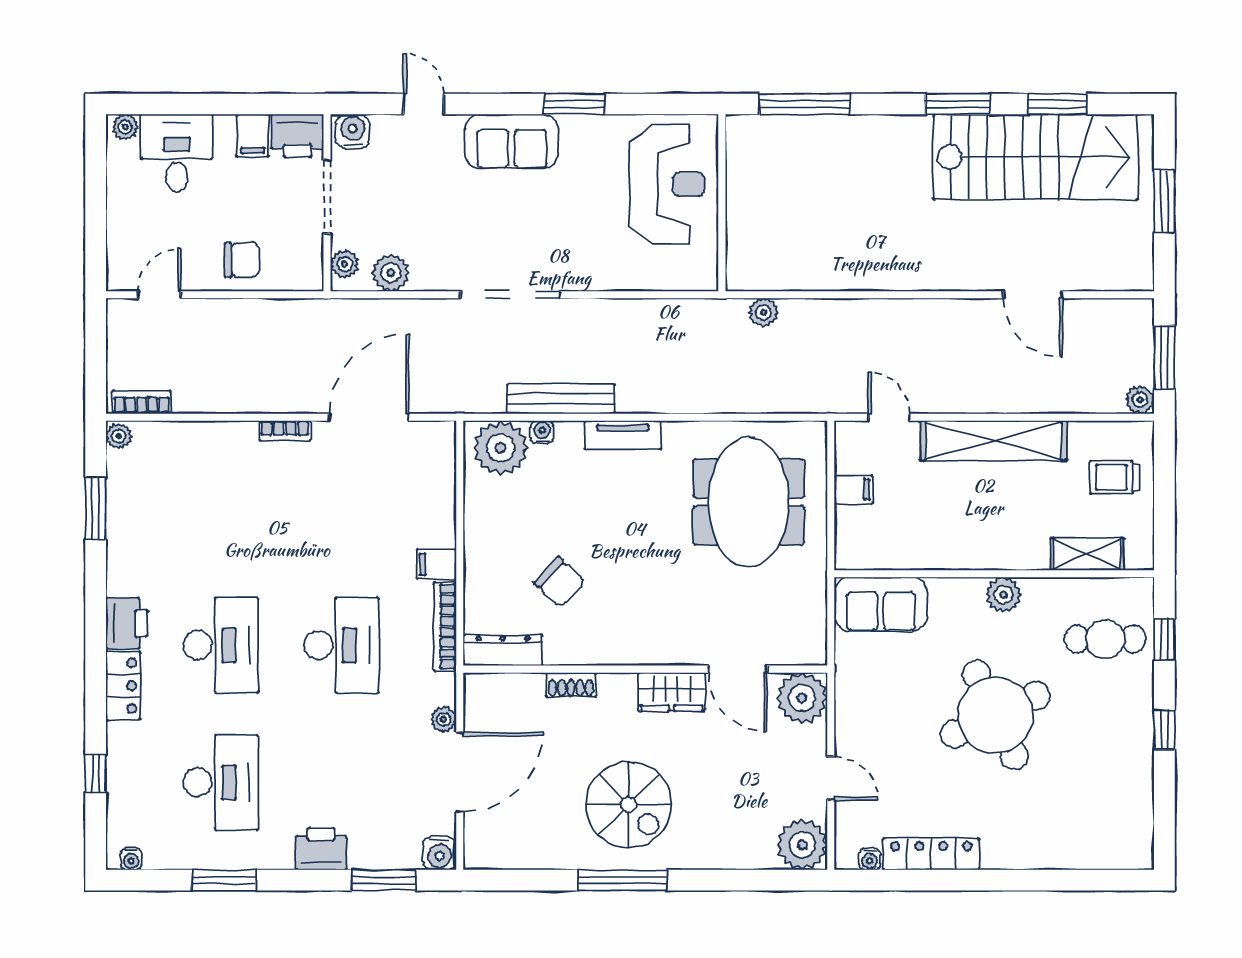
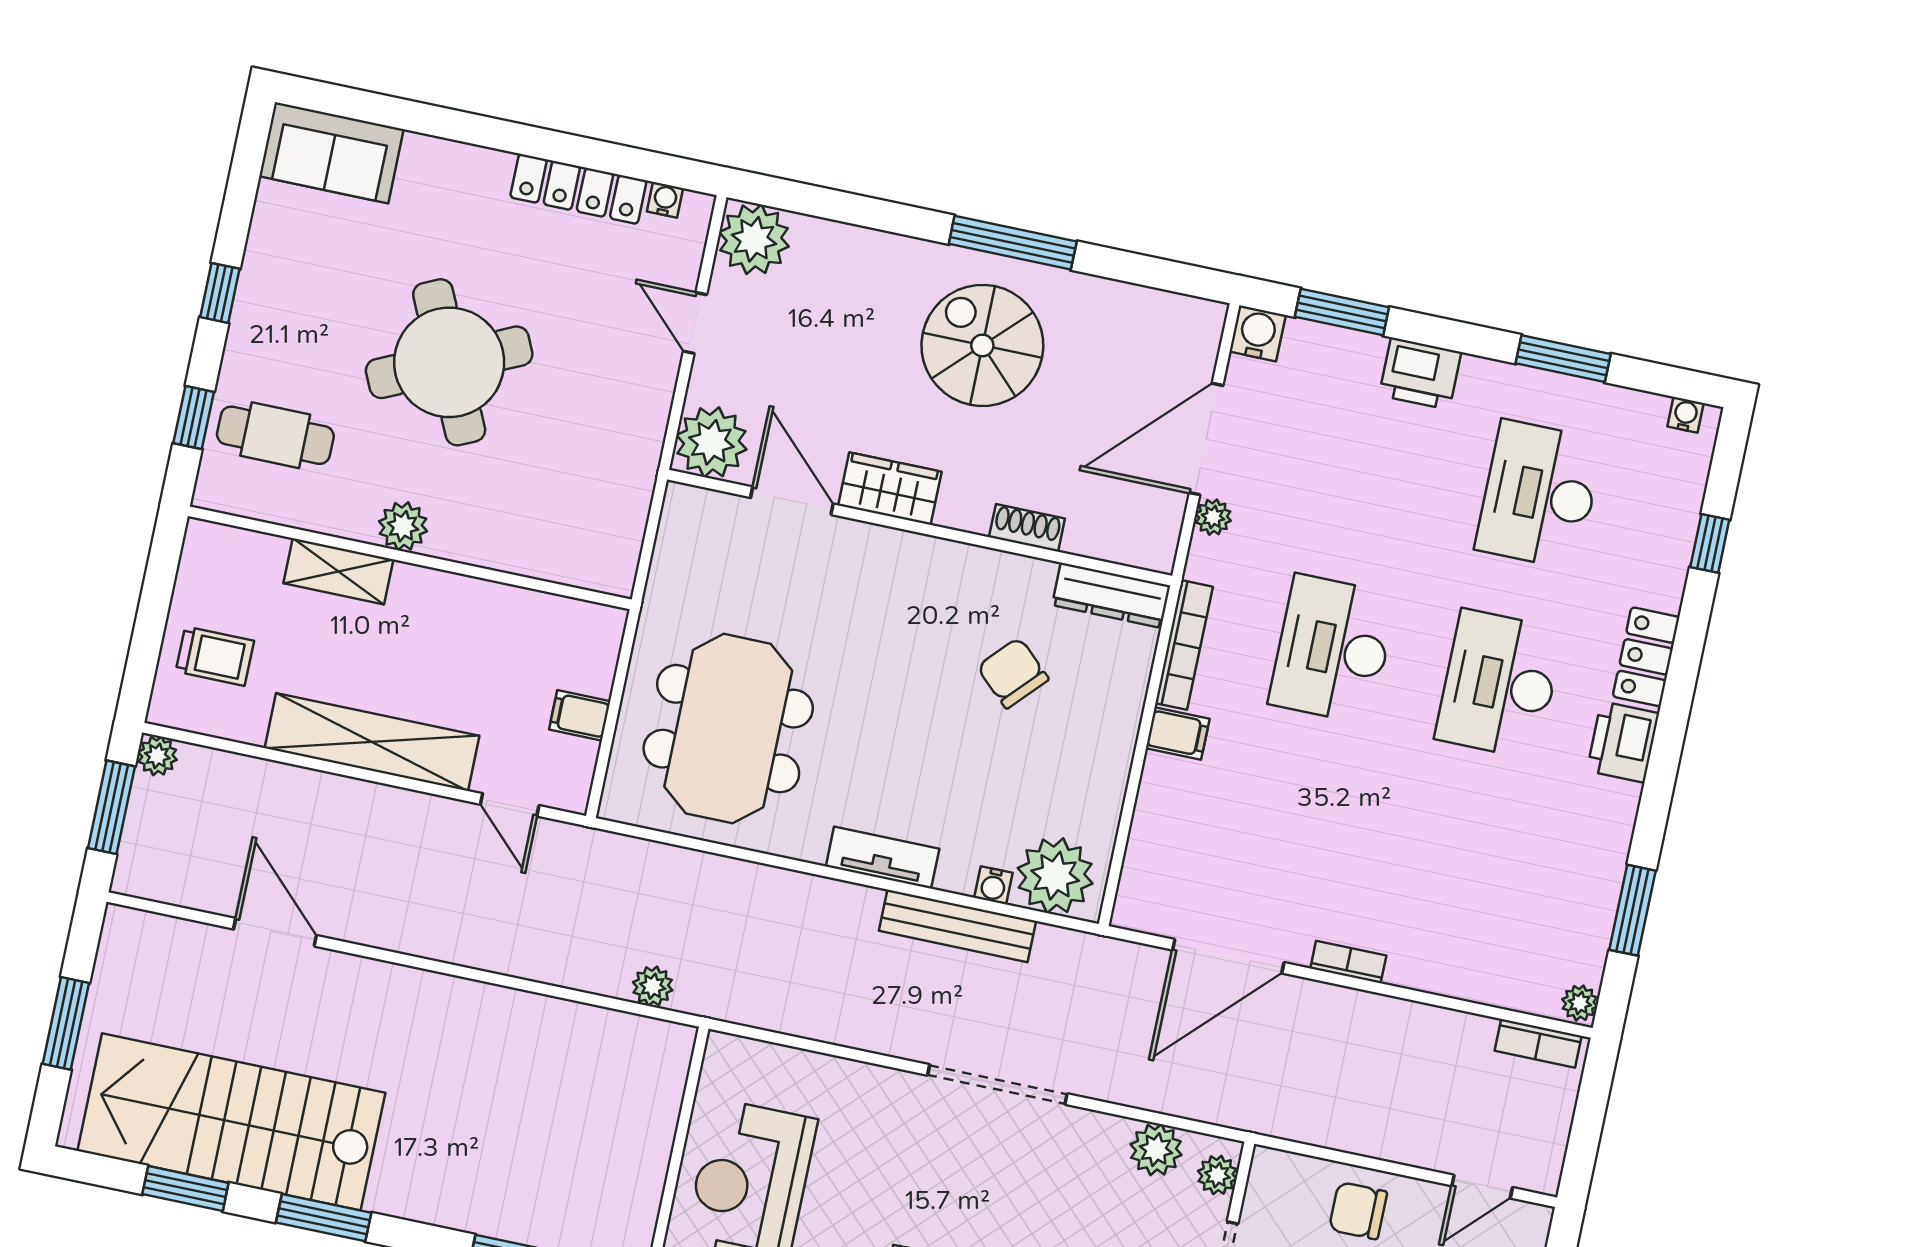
shelving: (1087, 554) -> (338, 571), moved
sofa: (881, 604) -> (331, 153), moved, turned 180

